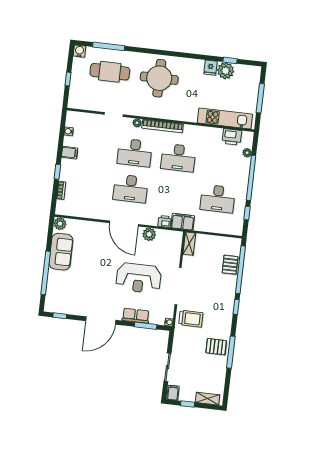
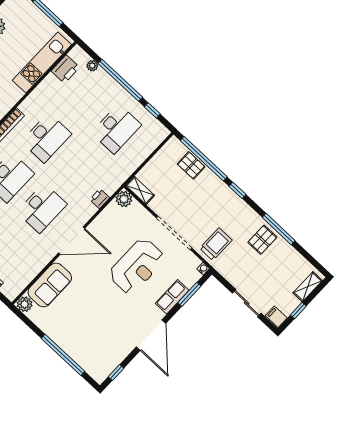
filing cabinet: (183, 222) -> (113, 181), removed
plant: (149, 234) -> (124, 199), moved
sofa: (61, 252) -> (50, 285), moved, turned 90

